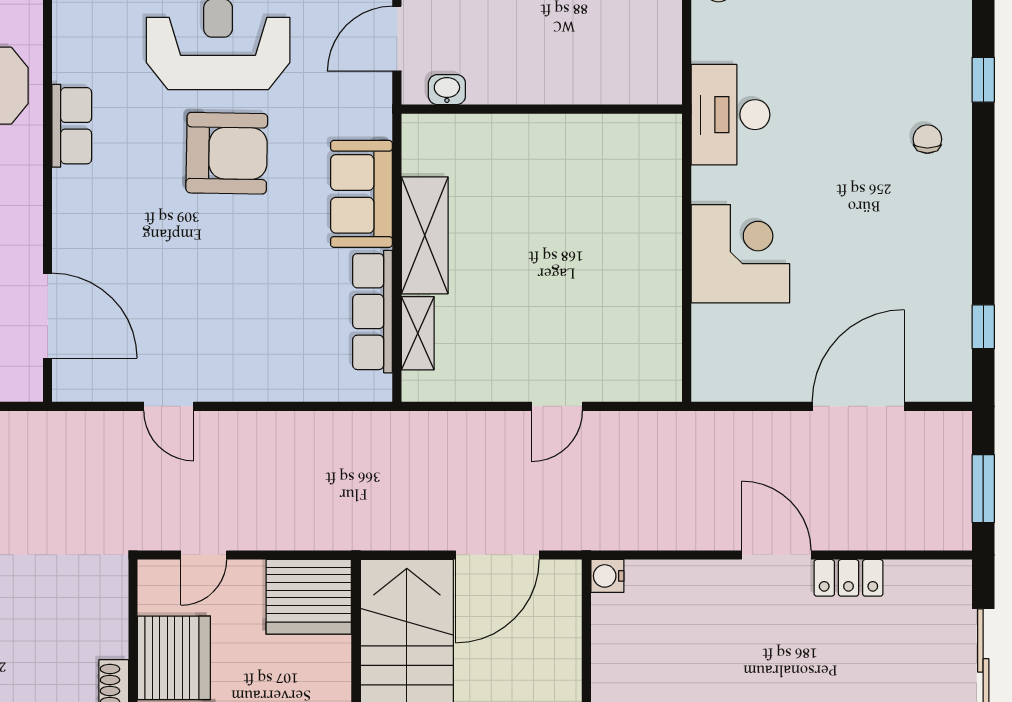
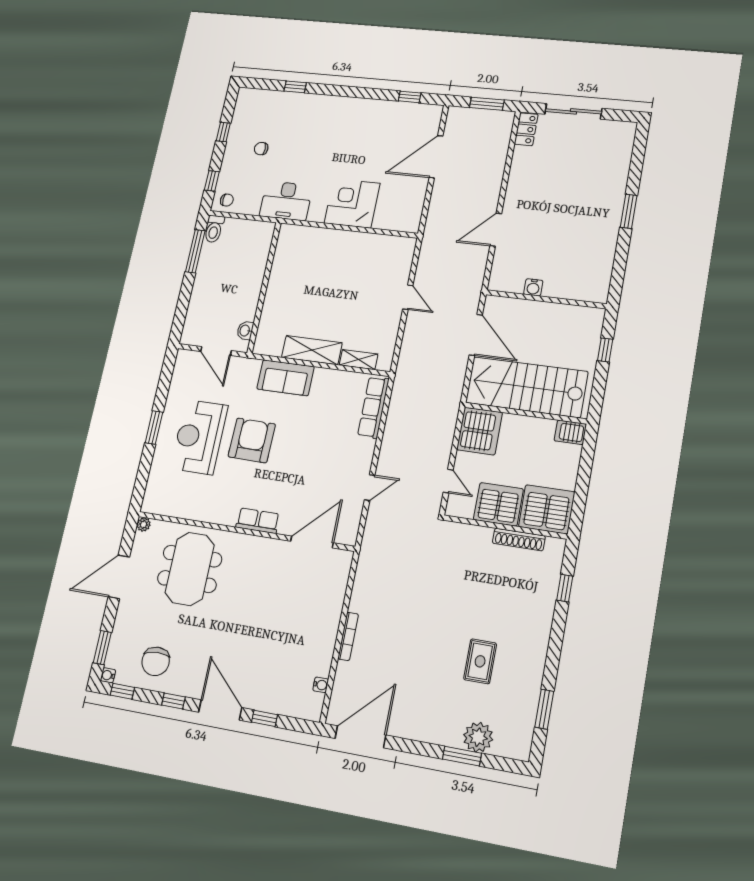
row of seats: (72, 126) -> (258, 521), moved
chair: (927, 139) -> (261, 149), moved
row of seats: (373, 312) -> (373, 407), moved, turned 90
door: (858, 406) -> (436, 157), hinge flipped
door: (776, 555) -> (496, 230), moved
water cooler: (607, 576) -> (533, 287), moved
locker: (848, 578) -> (526, 129), moved

